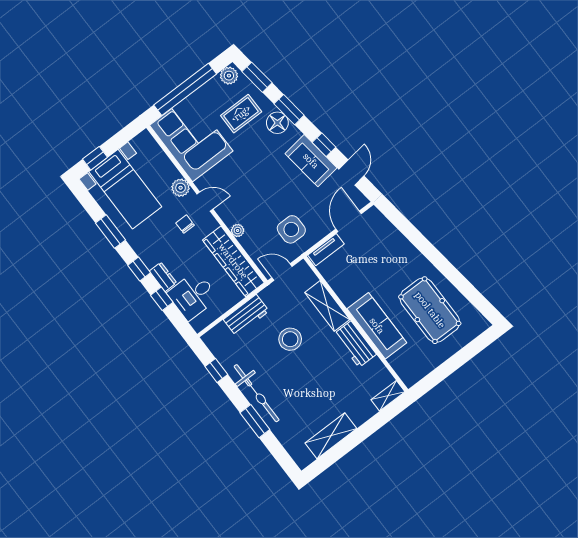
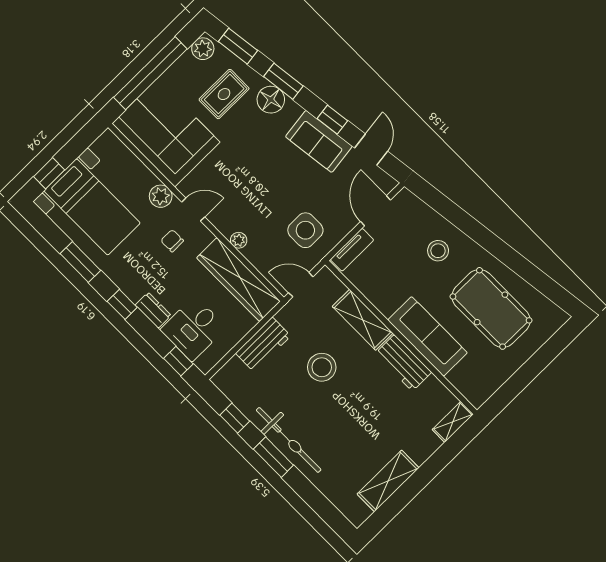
stool: (394, 259) -> (438, 251), added
window: (162, 299) -> (178, 361), moved
window: (255, 421) -> (273, 457), moved

